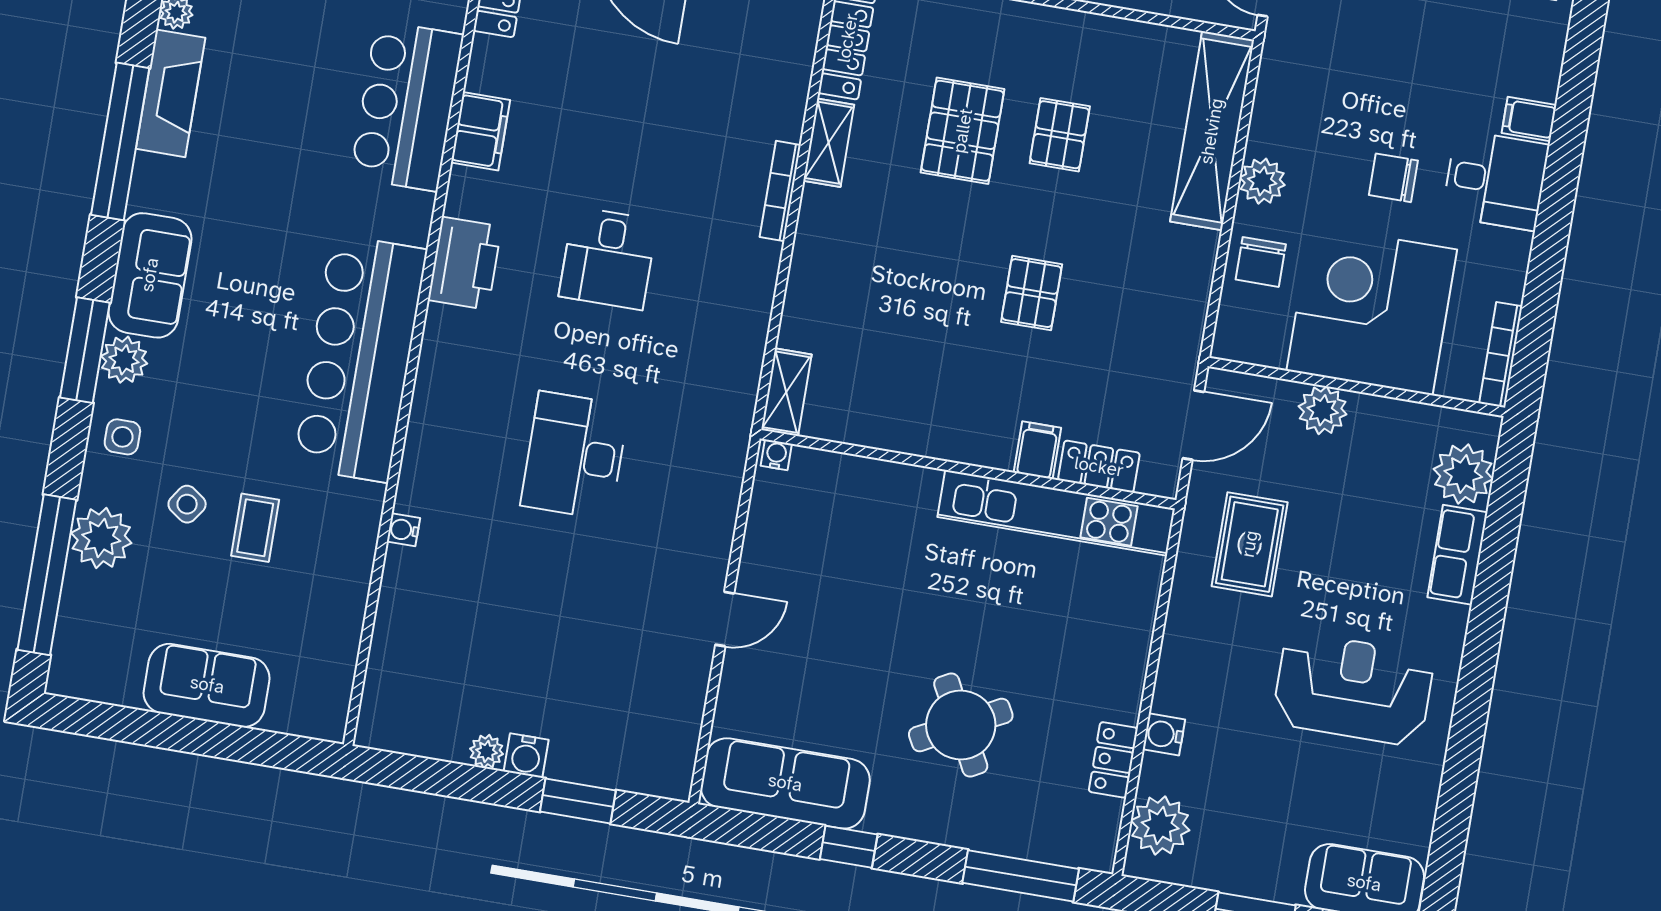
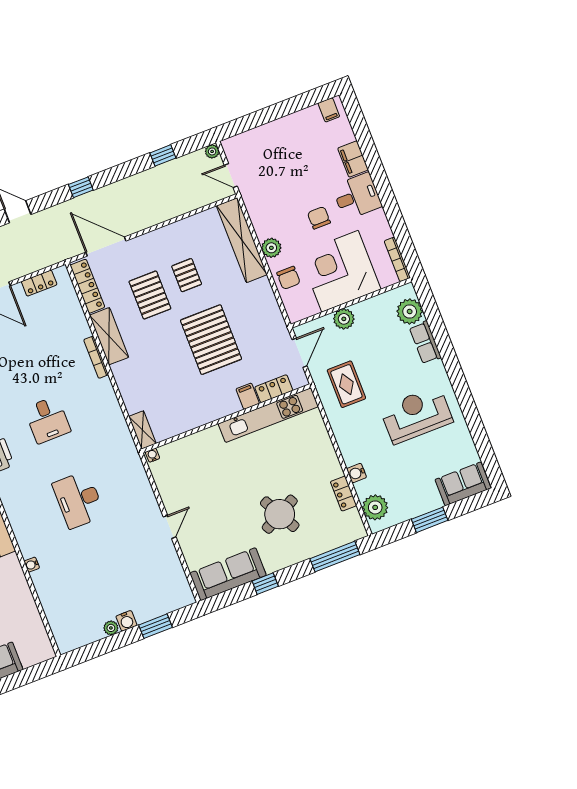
filing cabinet: (1529, 119) -> (353, 159), width x2.00
shelving: (829, 143) -> (109, 336), width x1.50, depth x1.33
chair: (1393, 178) -> (319, 218), turned 90
pallet: (1032, 293) -> (211, 340), width x2.05, depth x2.00

